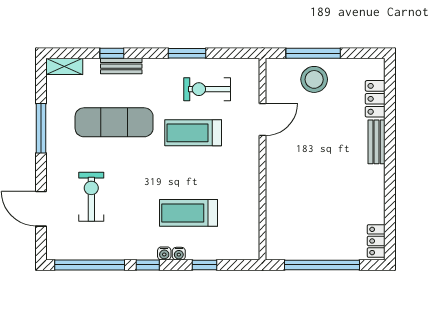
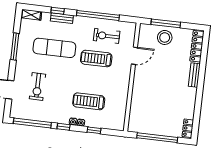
window: (187, 53) -> (98, 15), width x2.11
locker: (375, 99) -> (197, 46), width x1.53
exercise bike: (91, 197) -> (37, 86), turned 180

